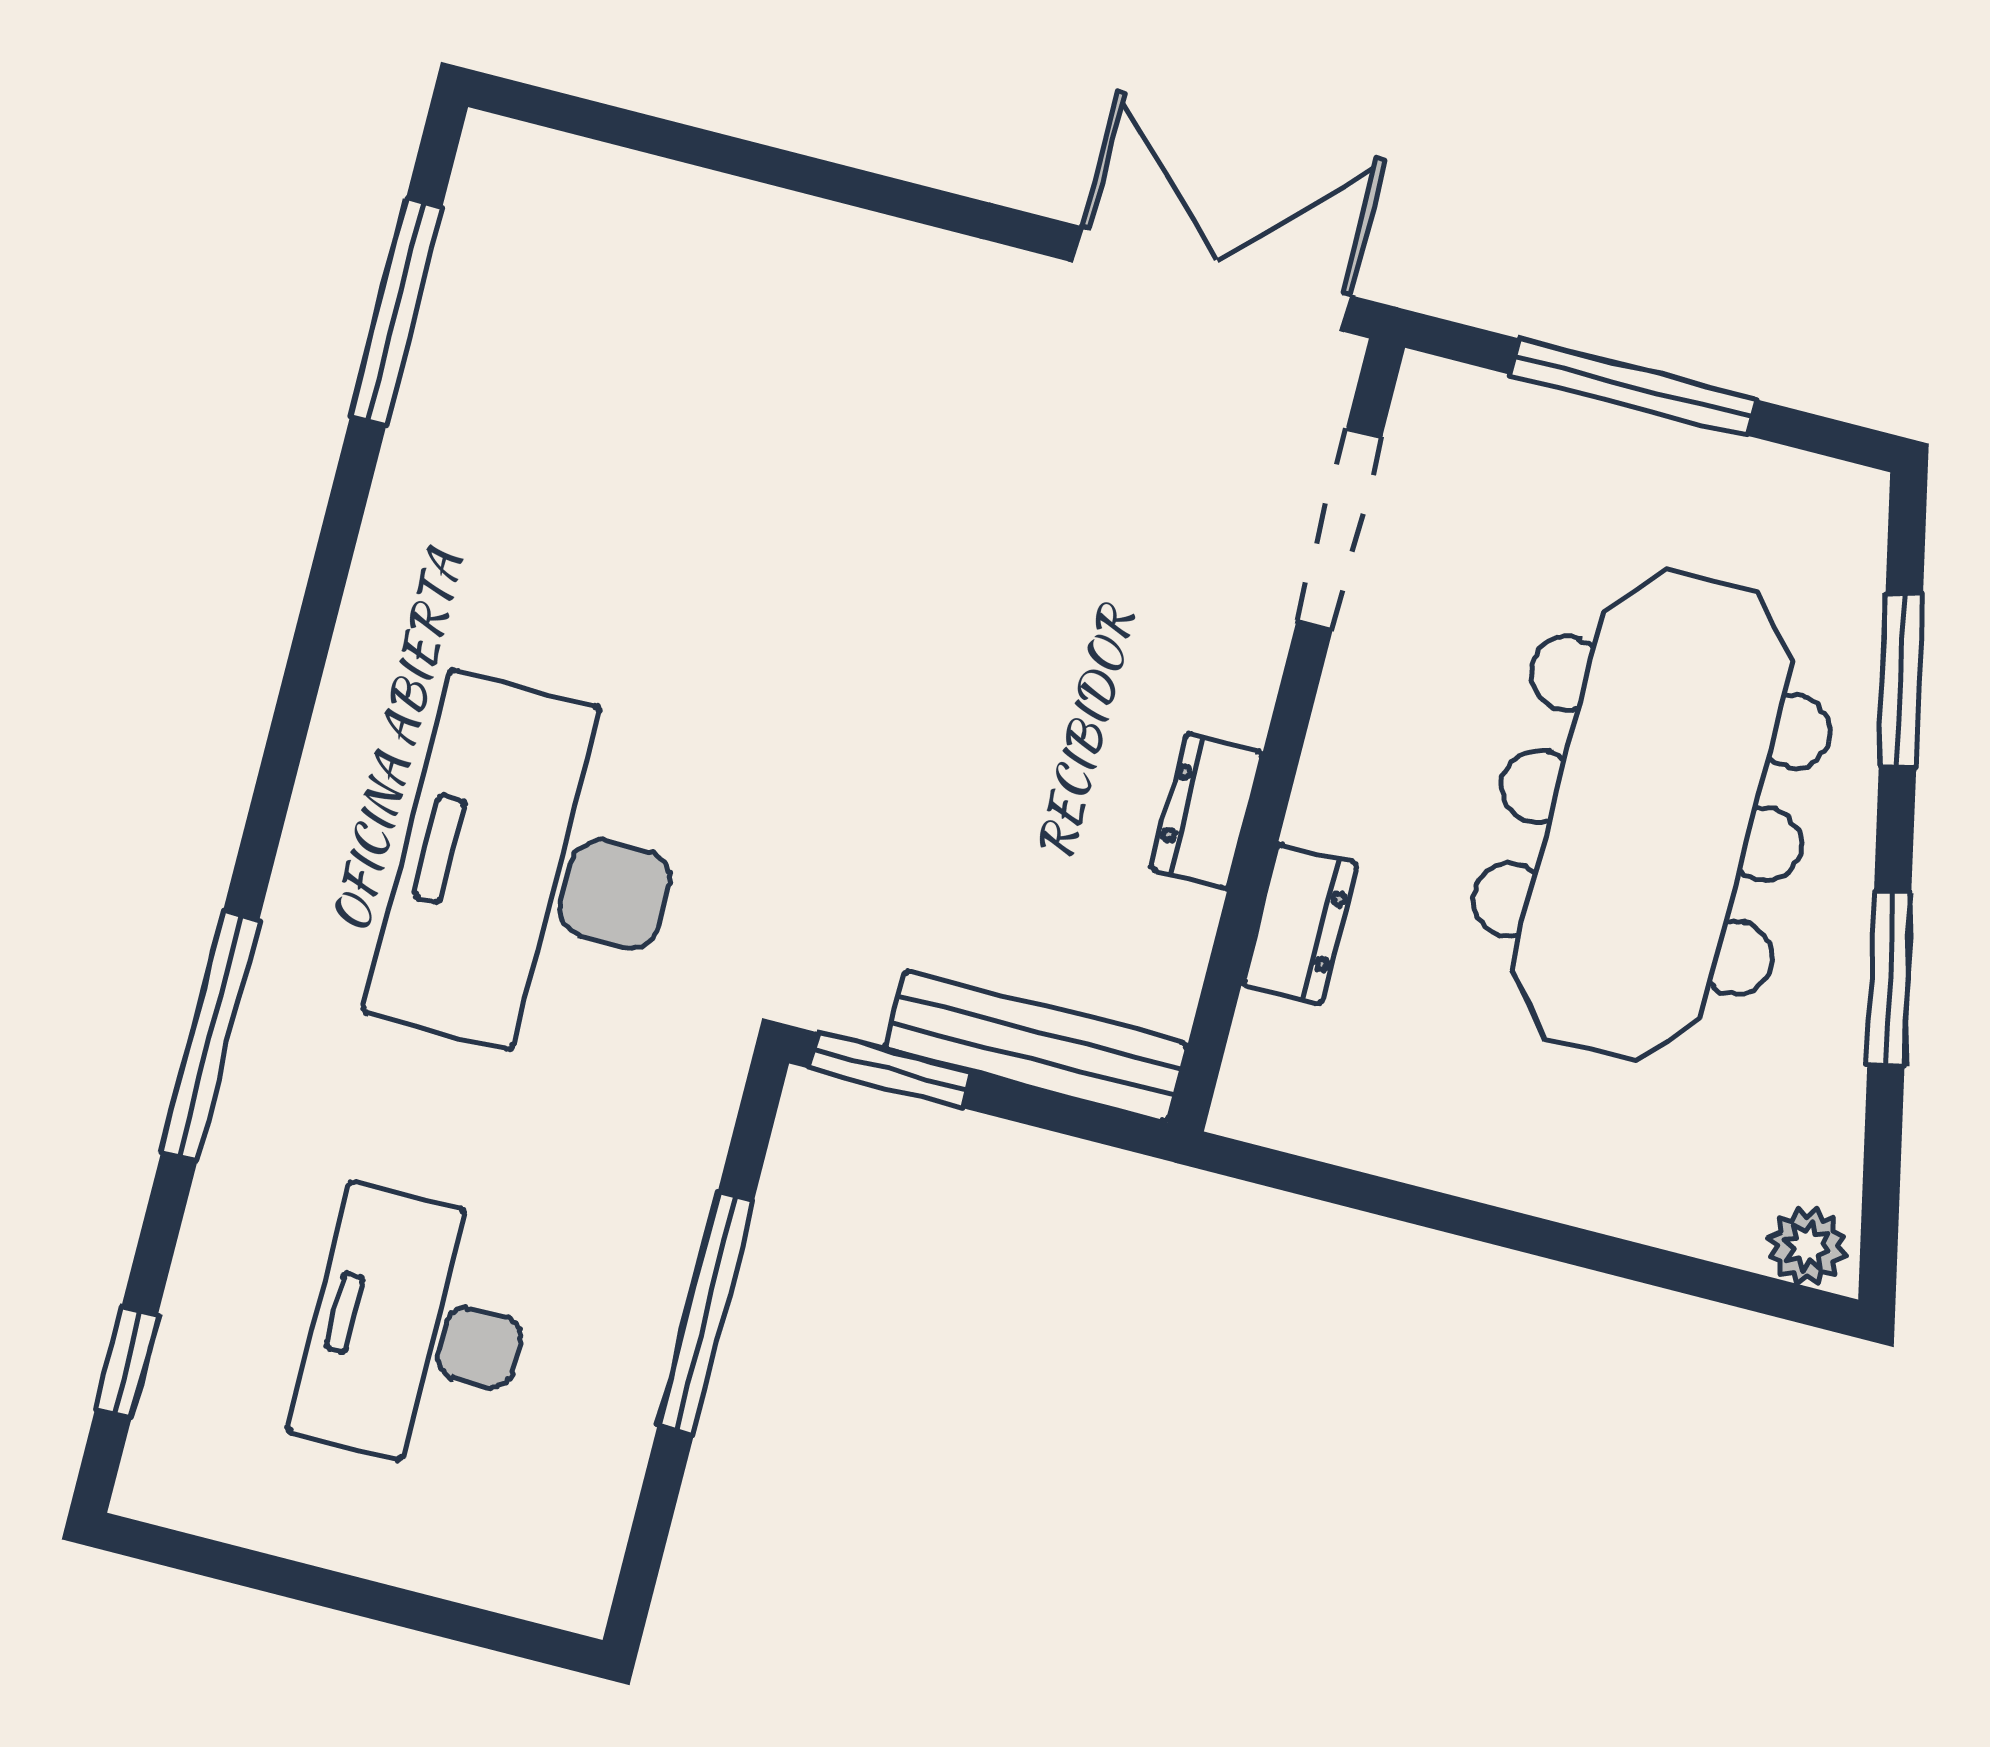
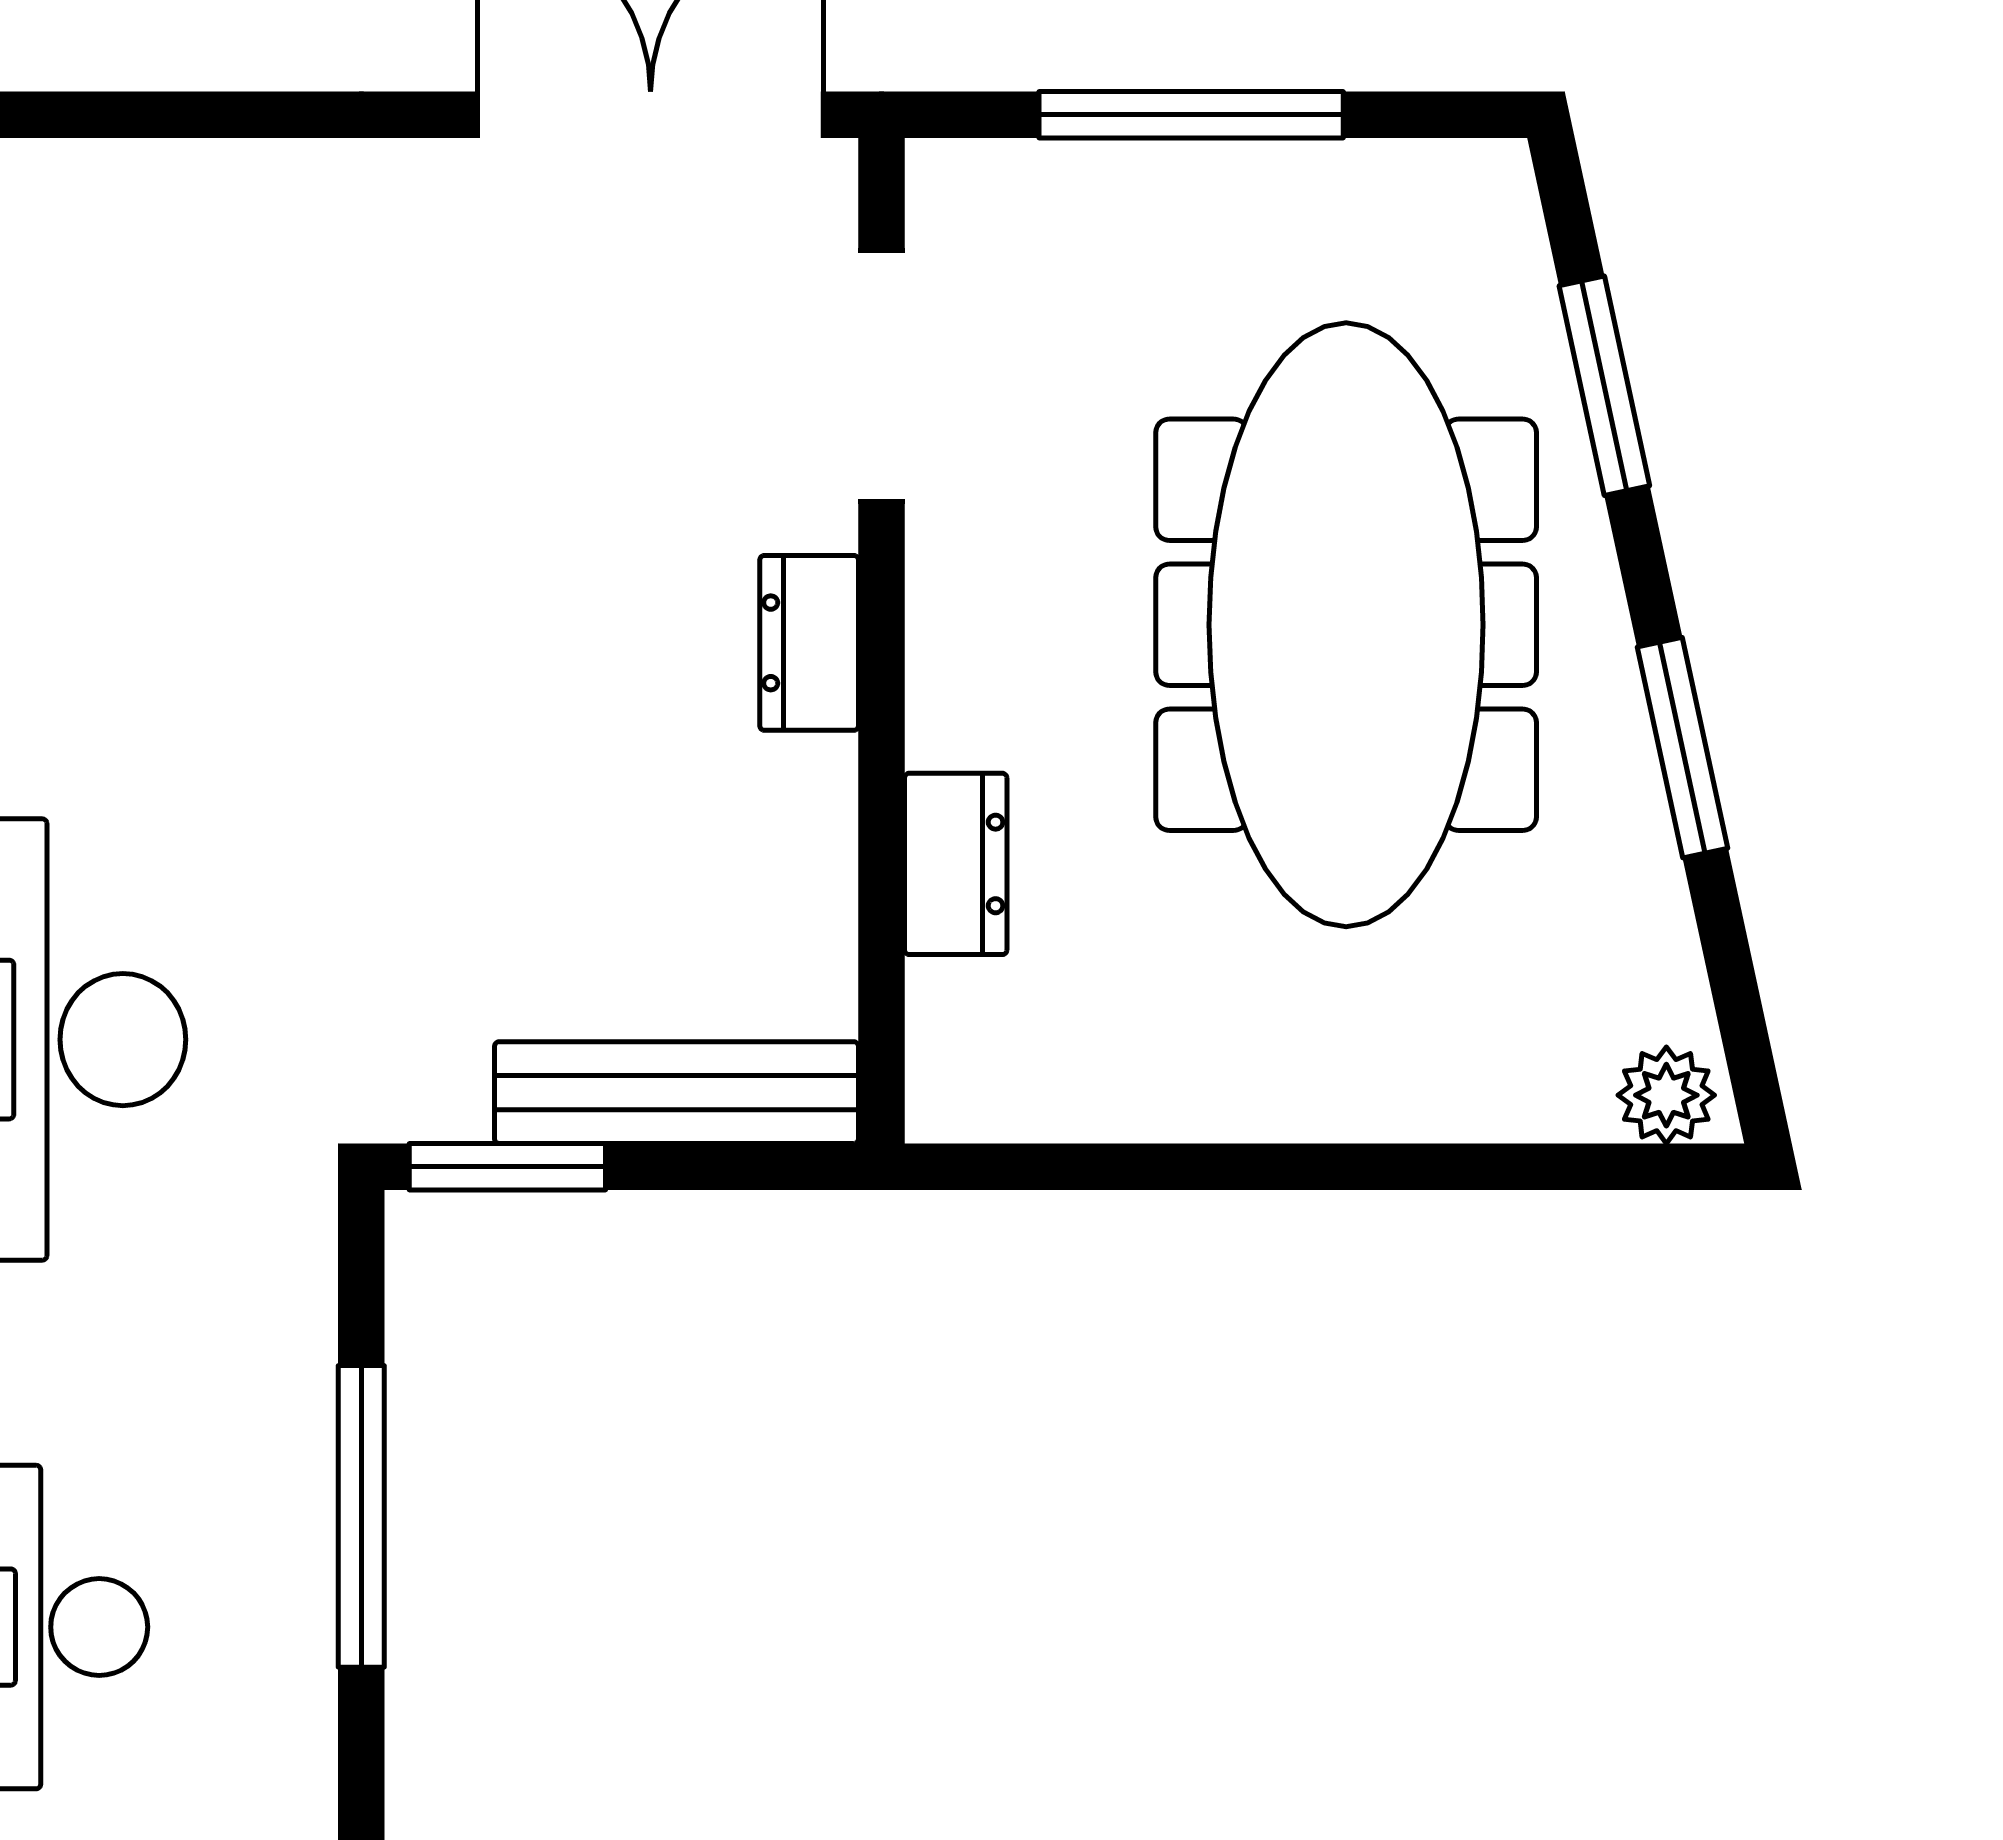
dresser: (1207, 811) -> (809, 643), moved

